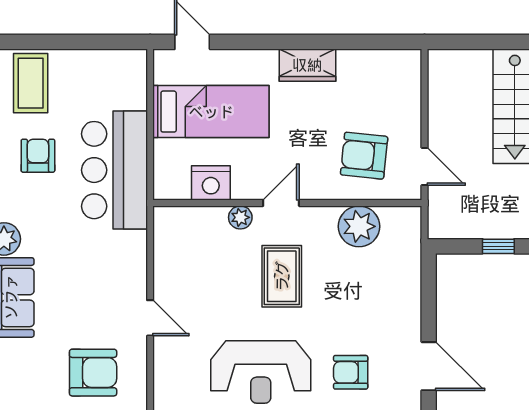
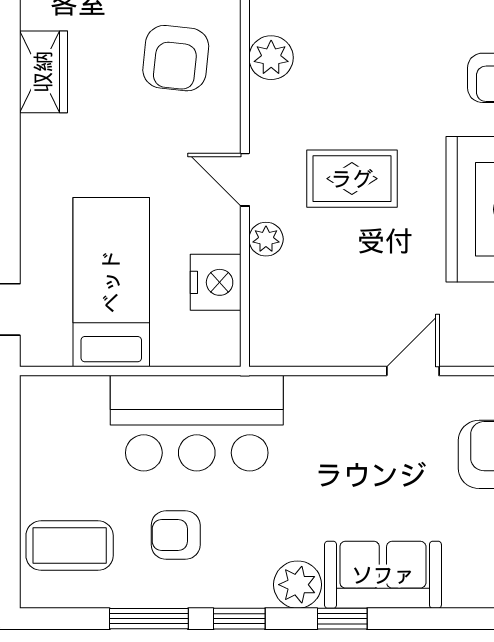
wardrobe: (307, 65) -> (43, 72), moved
plant: (359, 226) -> (271, 58), width x0.73, depth x0.73

